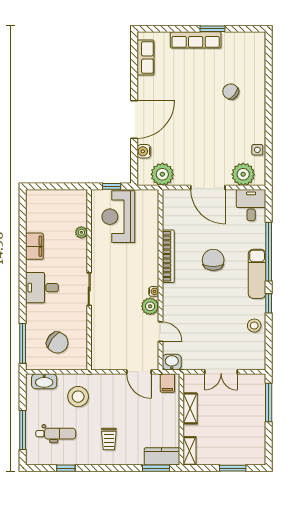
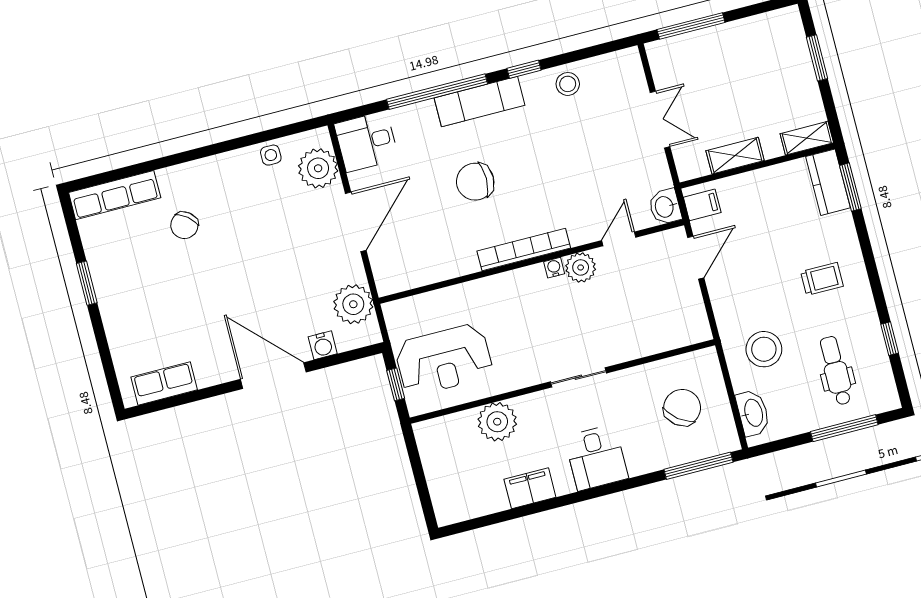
row of seats: (196, 40) -> (115, 195), moved, turned 90
plant: (81, 232) -> (497, 422), width x1.87, depth x1.87
bookcase: (168, 256) -> (524, 250), moved

